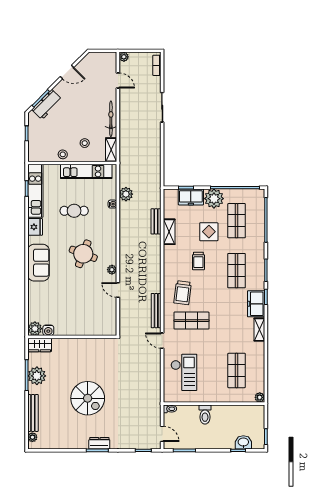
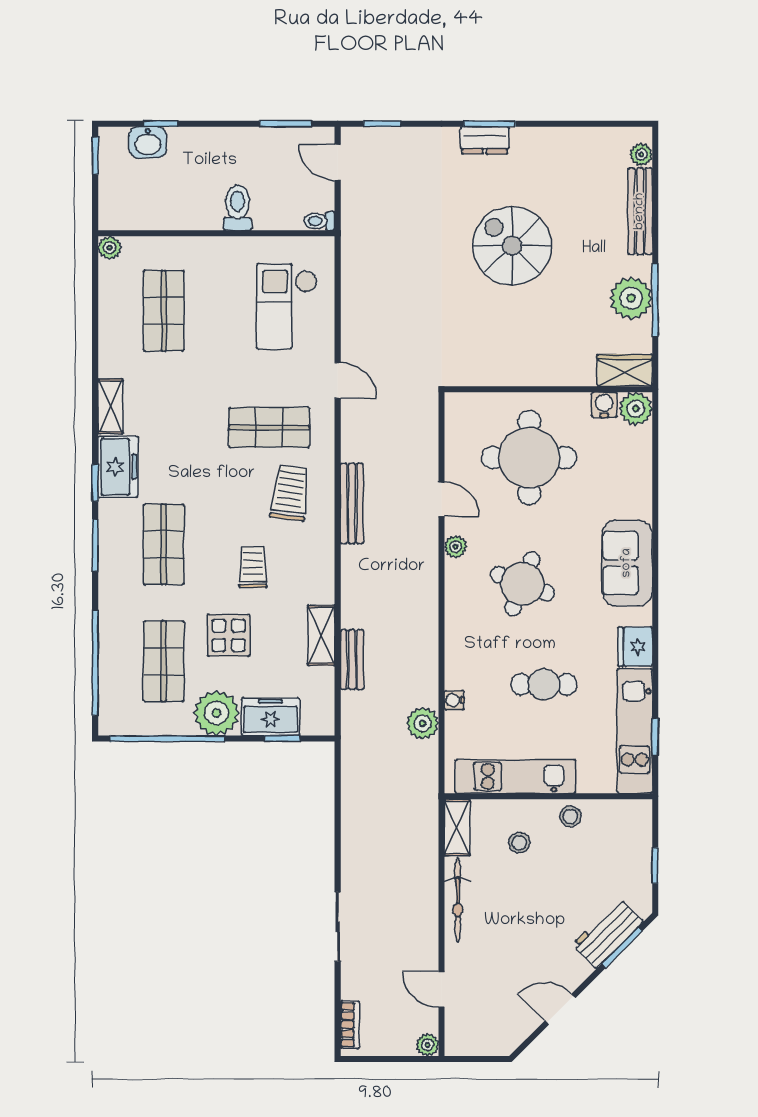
round table: (80, 308) -> (529, 458), added
bench: (156, 311) -> (352, 503), moved

